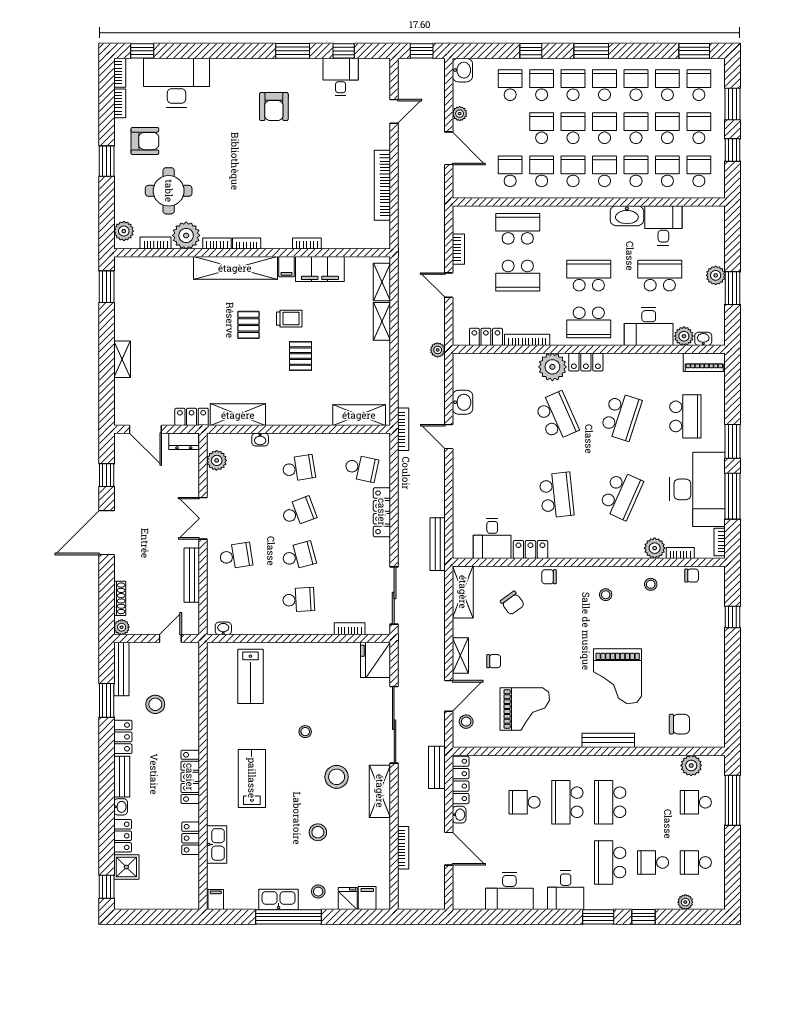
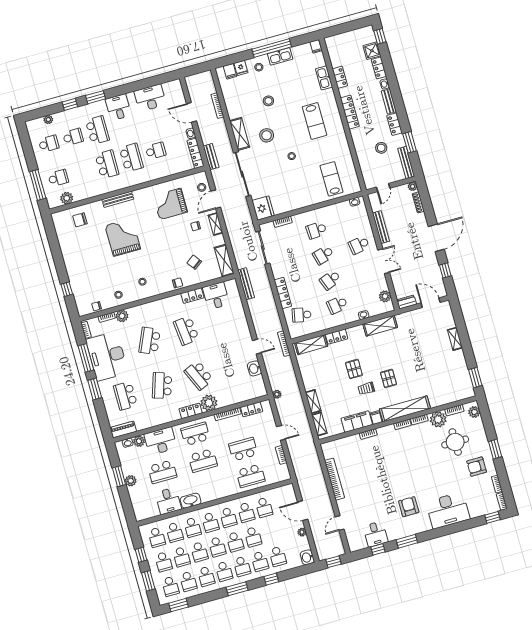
desk: (177, 83) -> (448, 510), moved
locker: (192, 417) -> (337, 337), moved

